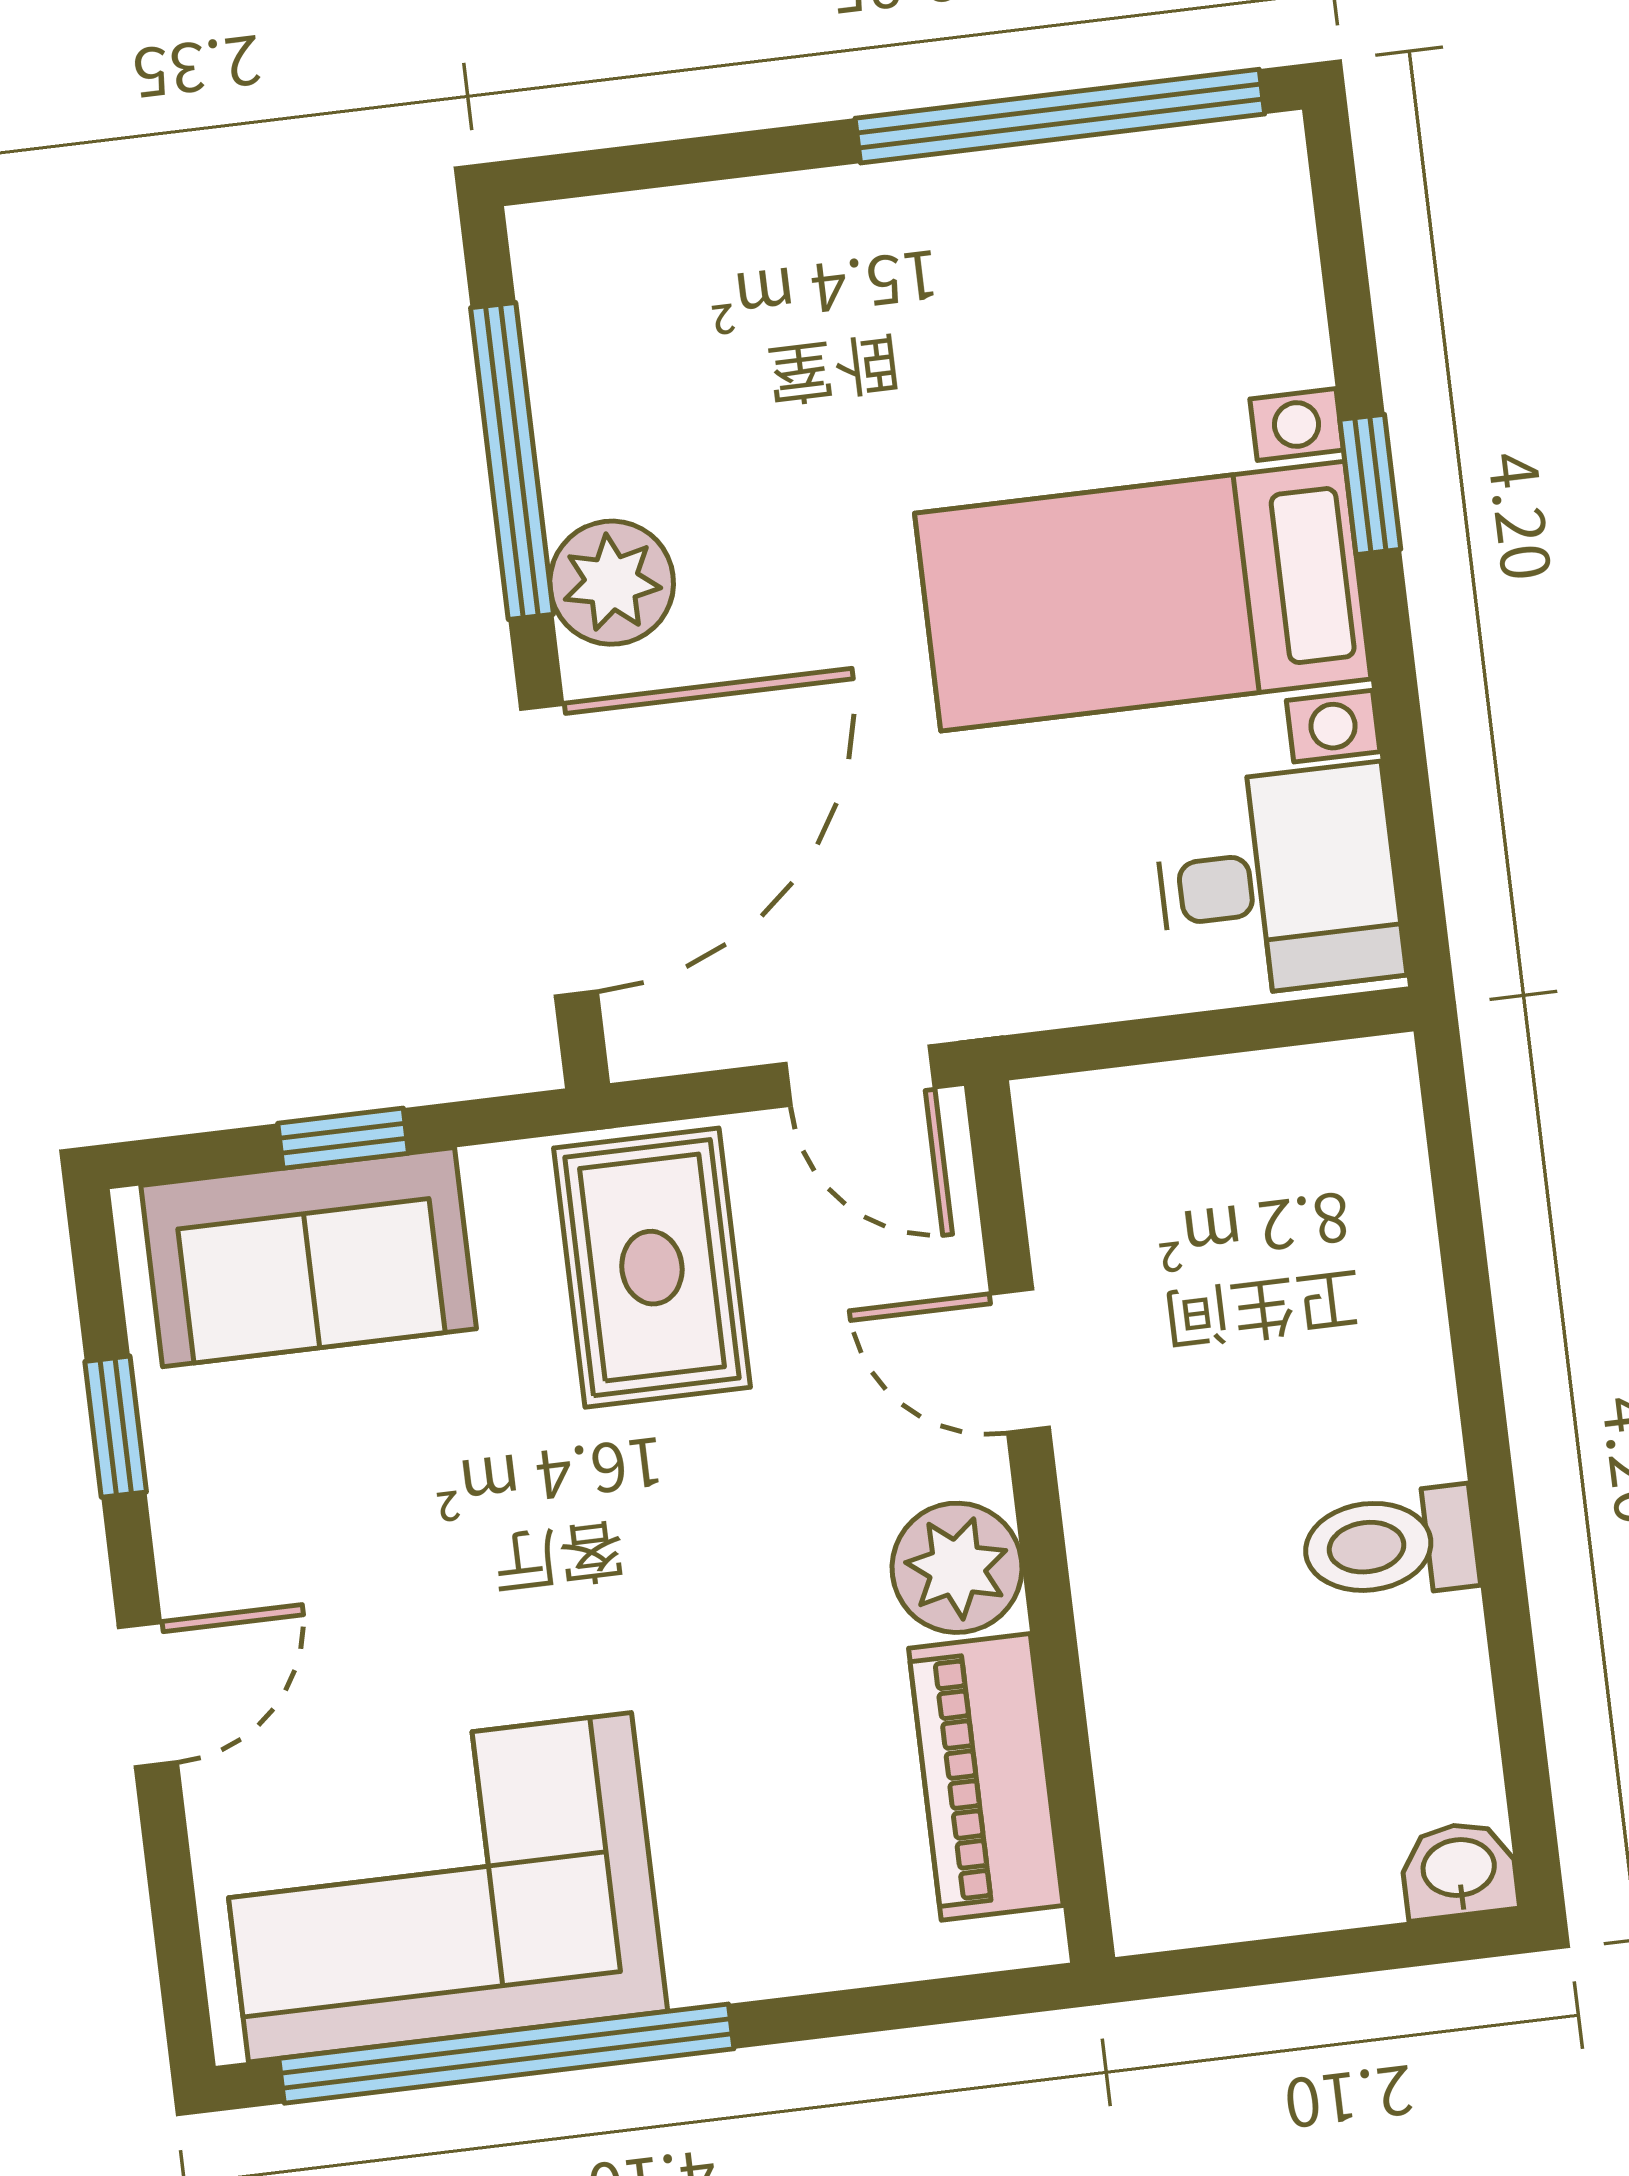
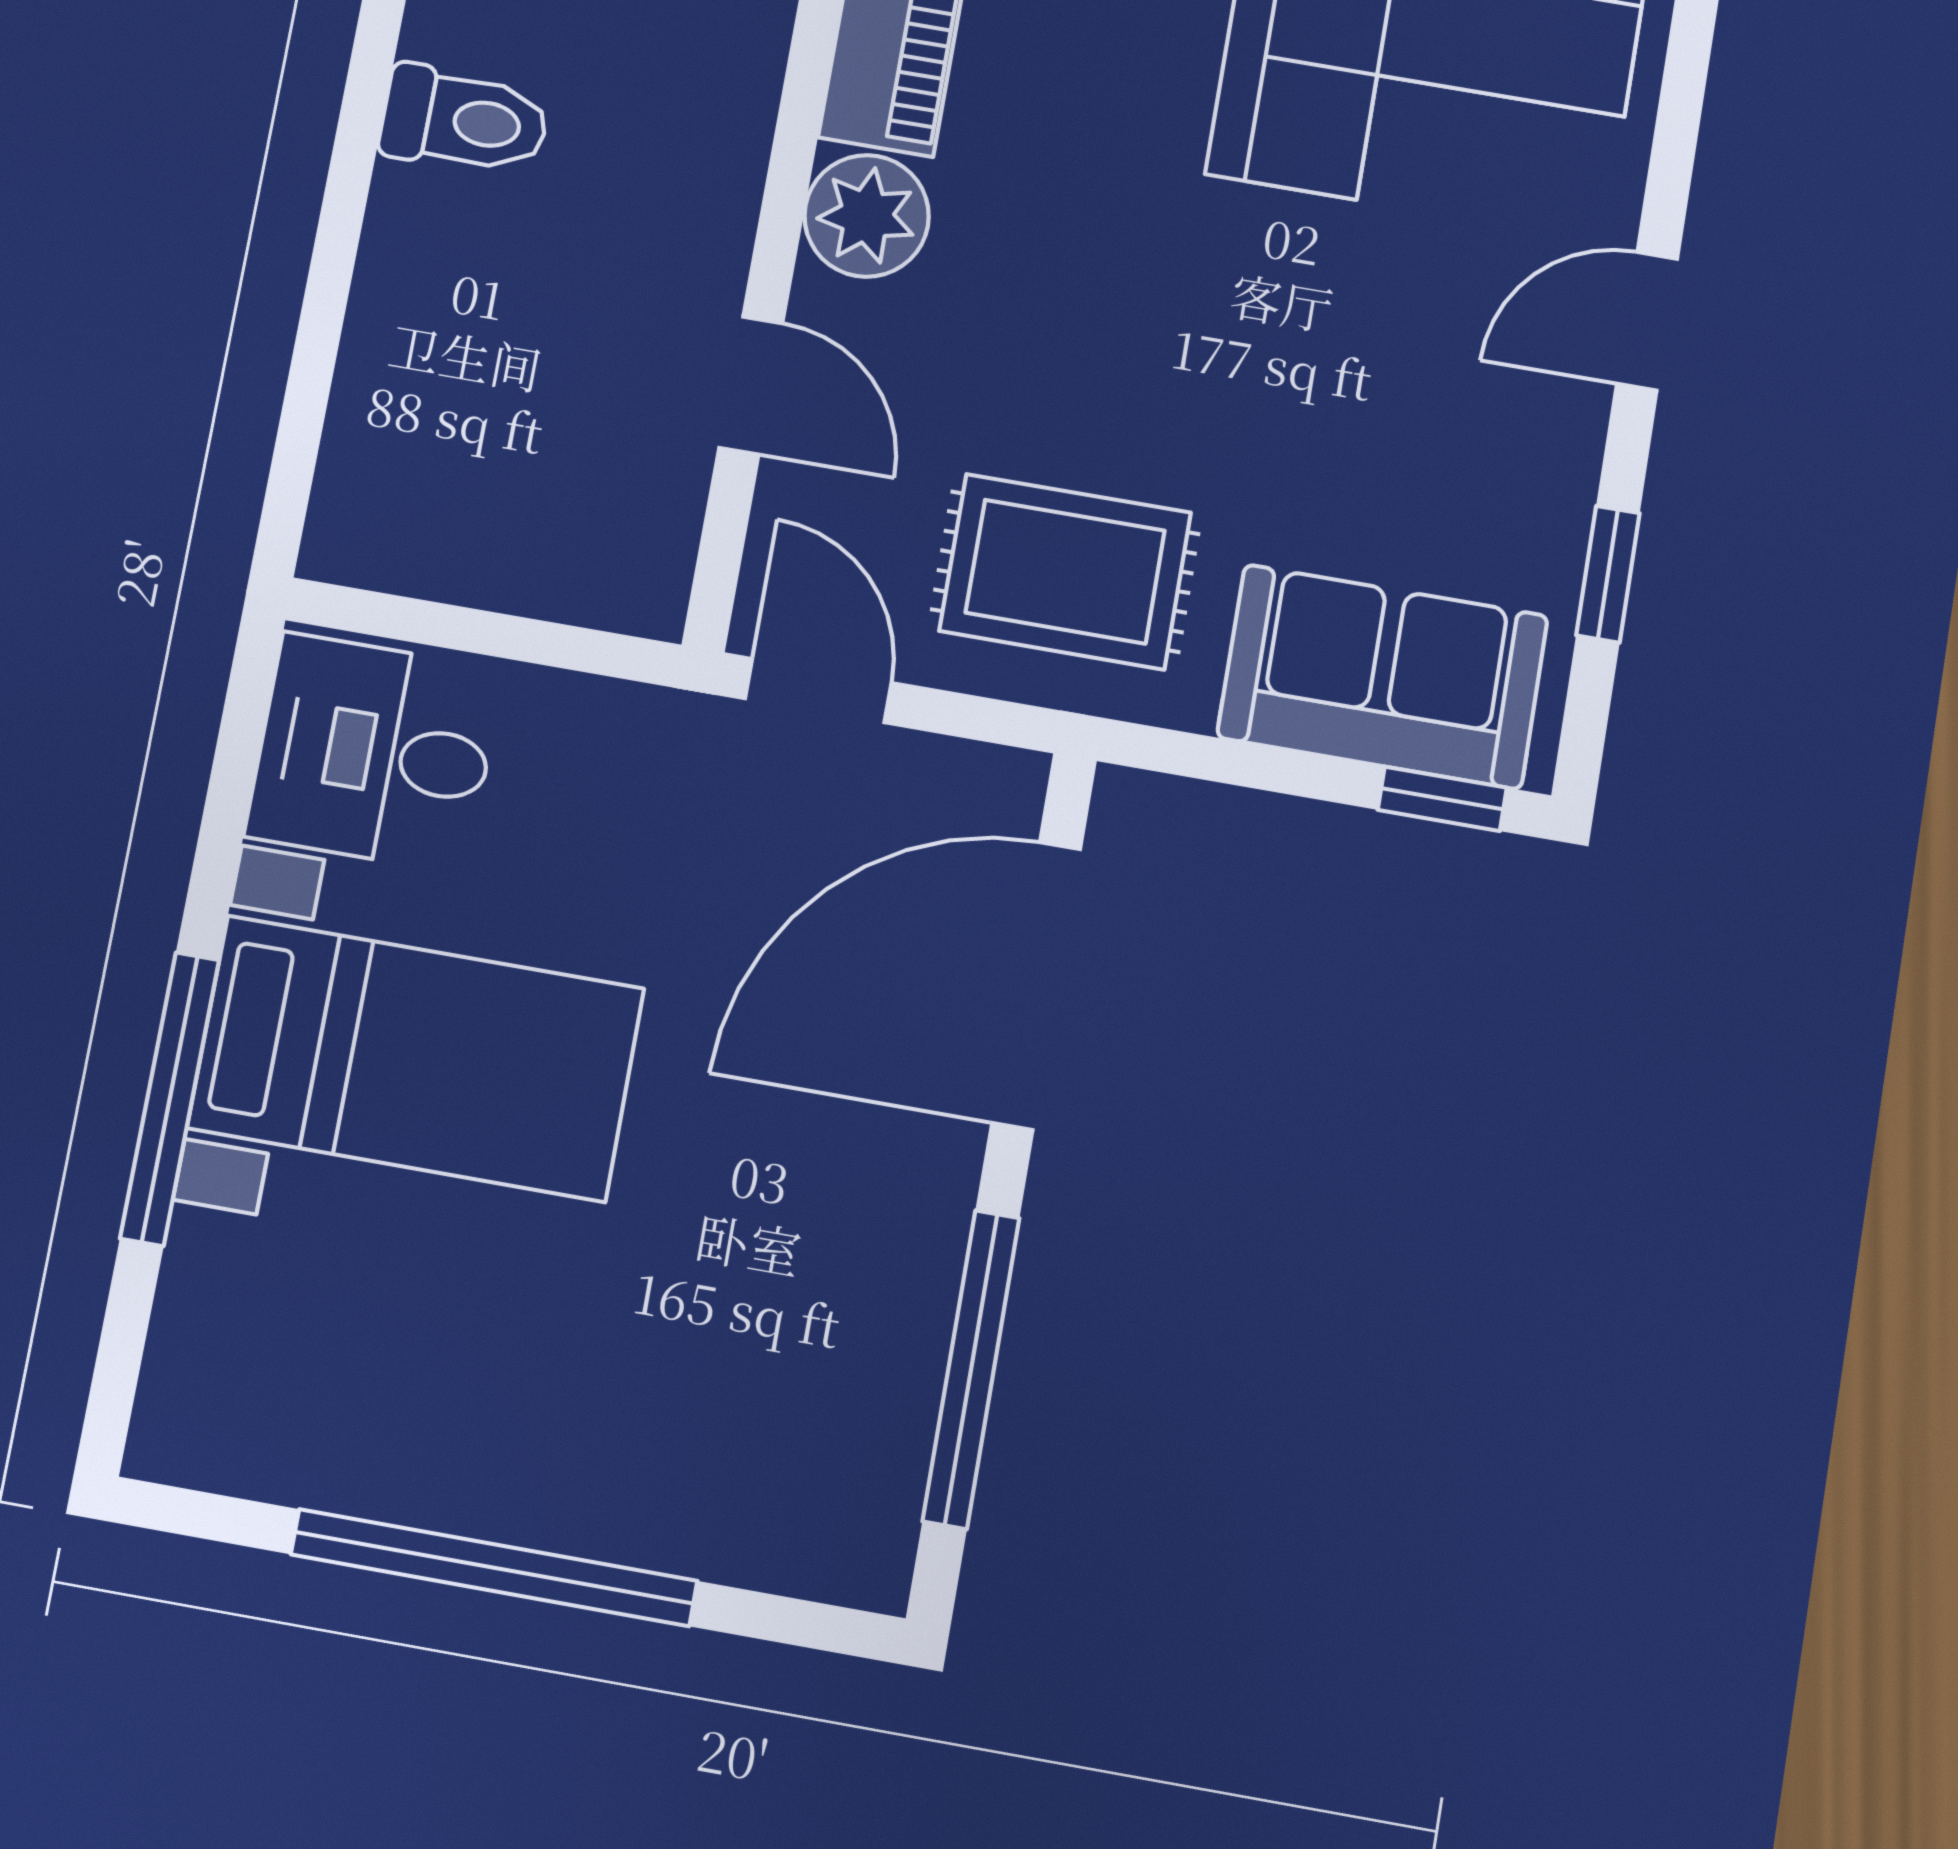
window: (1060, 116) -> (494, 1568), moved
window: (1370, 484) -> (170, 1099), width x2.17
plant: (612, 583) -> (911, 1224), removed
window: (343, 1138) -> (1442, 799), moved
rug: (652, 1268) -> (1065, 572), turned 90

